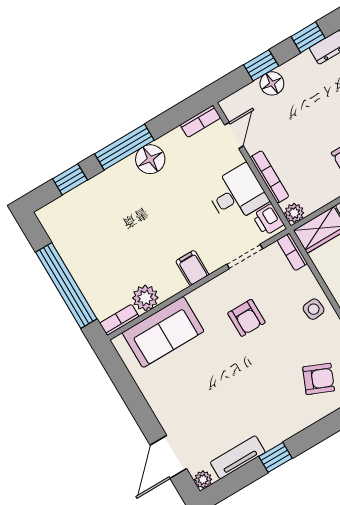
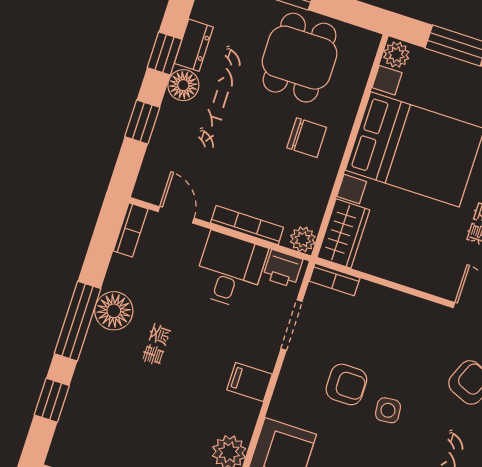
floor lamp: (272, 83) -> (183, 85), moved
side table: (314, 309) -> (388, 410), moved

